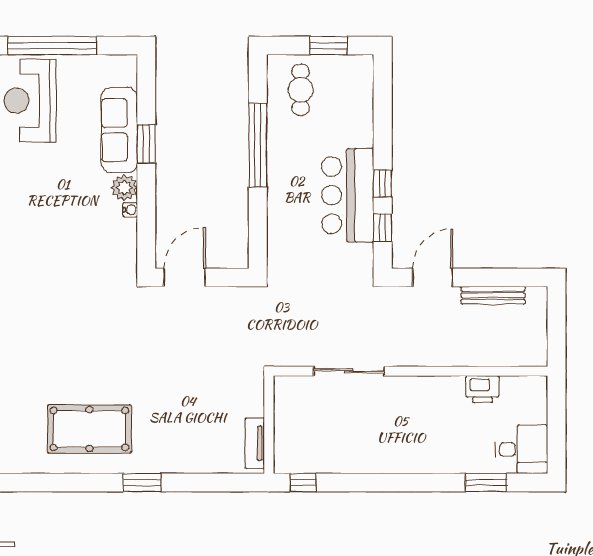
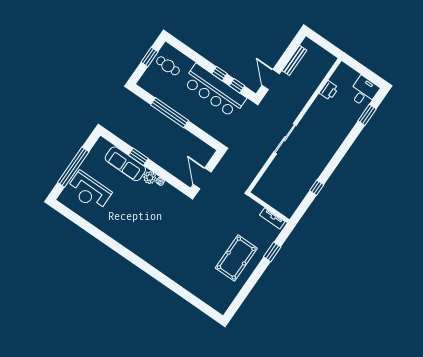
cafe table: (301, 90) -> (168, 66), moved
bar counter: (348, 195) -> (214, 91), width x1.36
wall: (269, 425) -> (269, 208), moved
tv unit: (255, 443) -> (272, 218), moved

